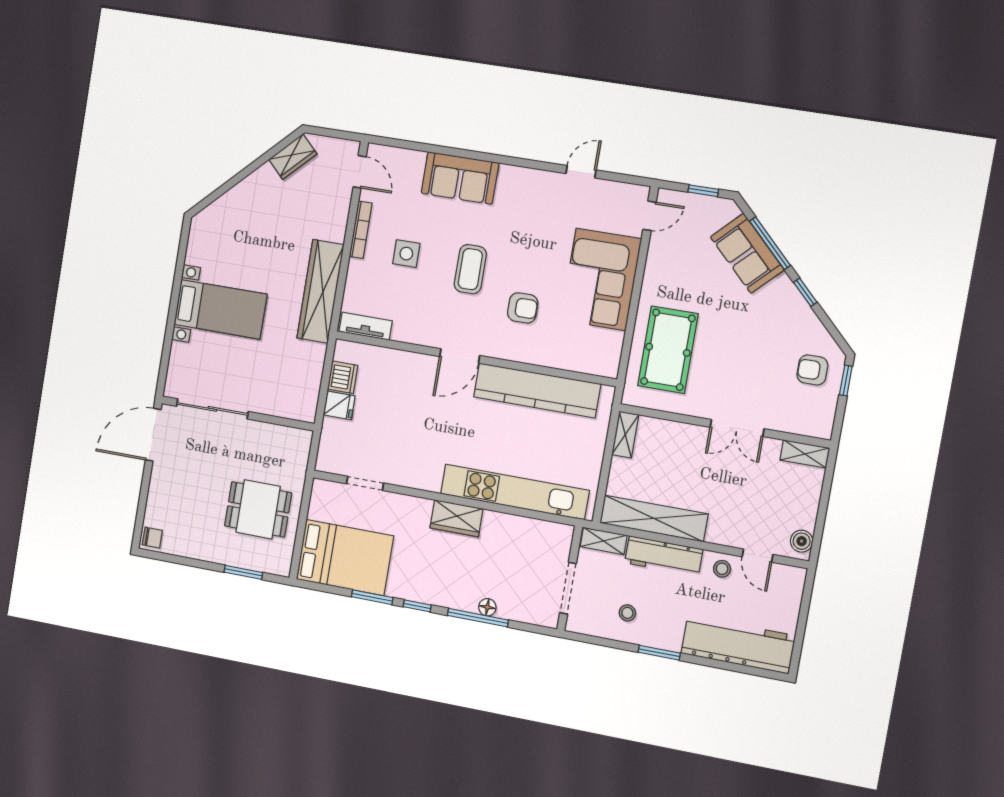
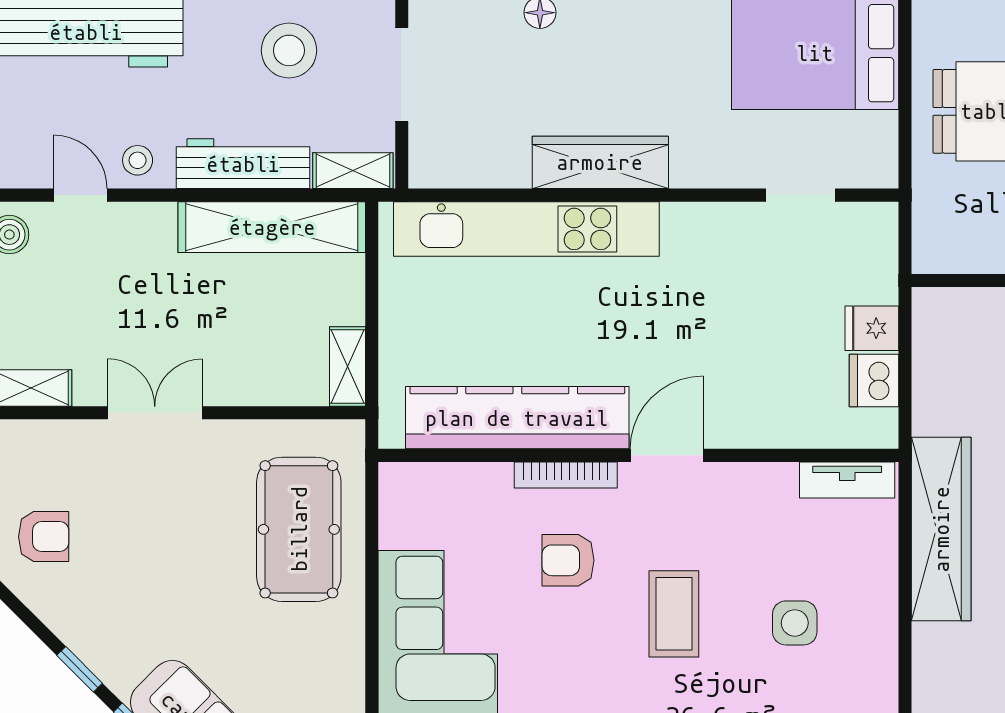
bookcase: (361, 230) -> (566, 475), moved, turned -90
wardrobe: (456, 518) -> (600, 162), width x1.50
stool: (627, 613) -> (289, 50), width x1.89, depth x1.89

